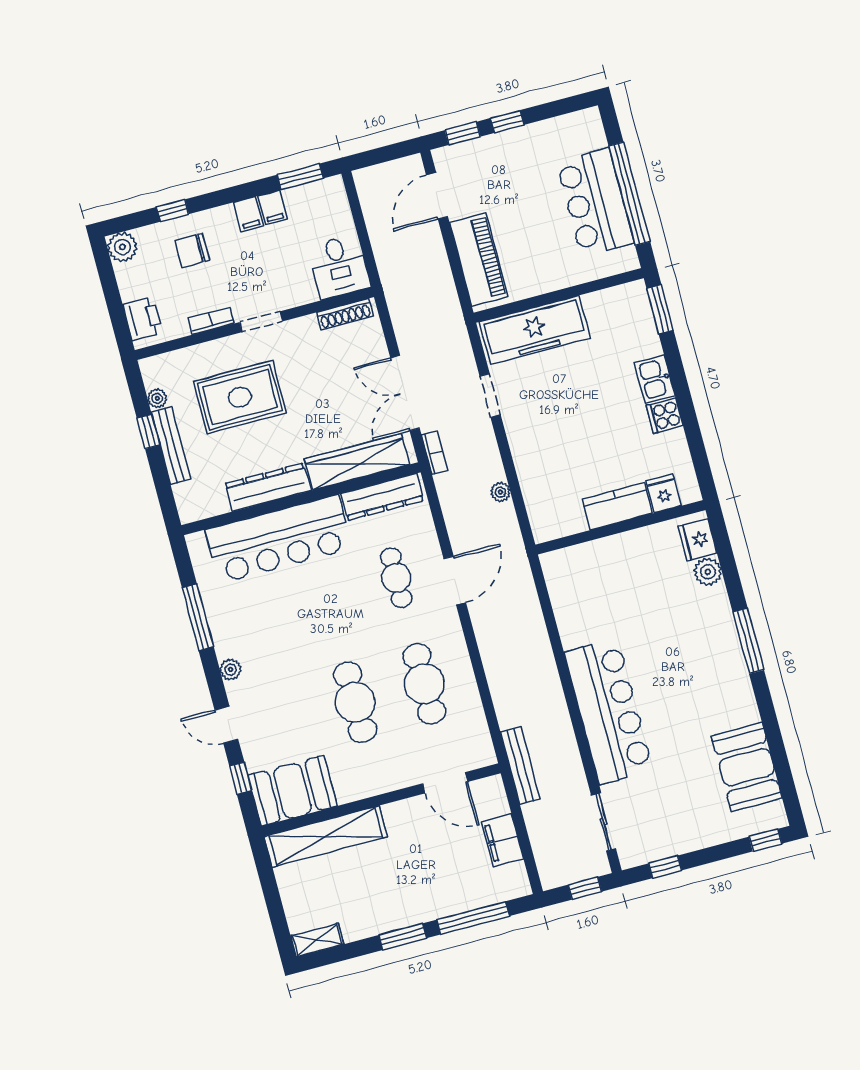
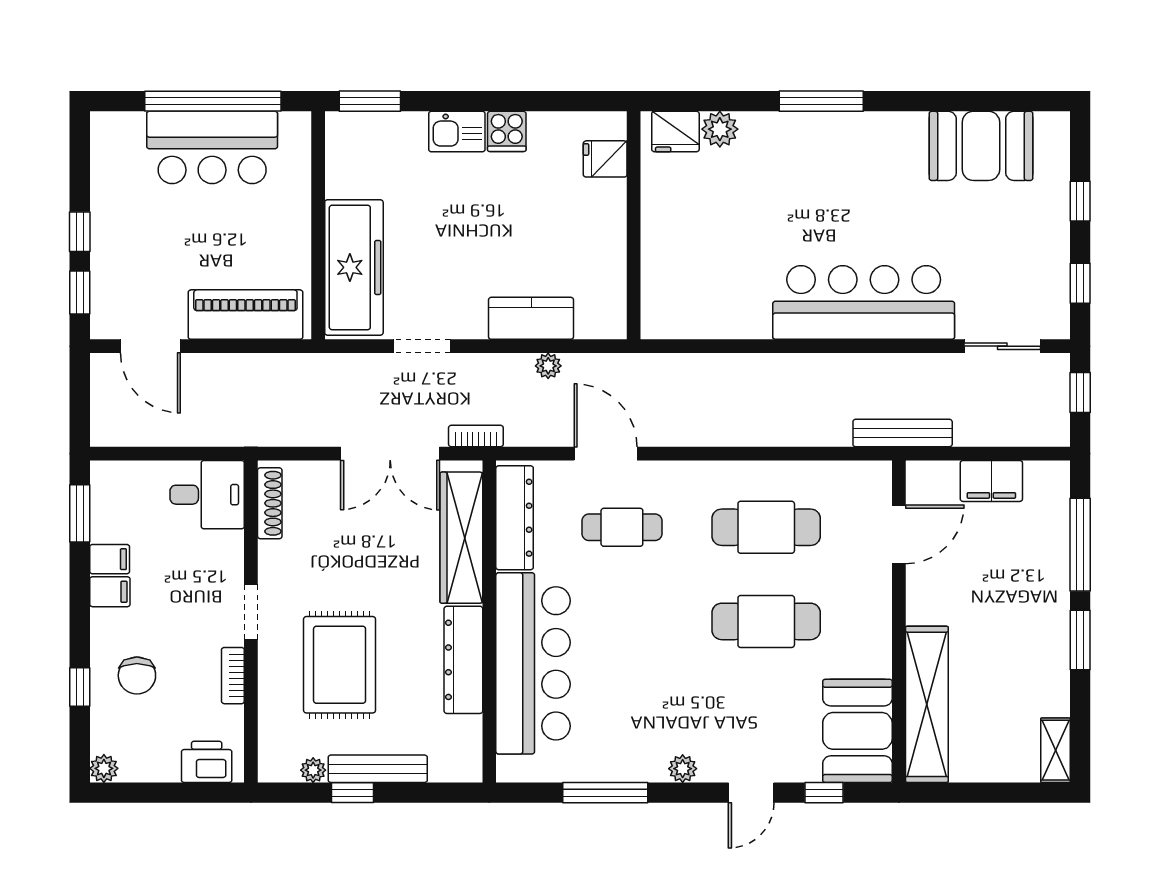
plant: (122, 247) -> (104, 768), width x0.73, depth x0.73
kitchen counter: (617, 506) -> (531, 318), moved, turned 90
door: (455, 581) -> (606, 454), moved
window: (765, 840) -> (1080, 201), moved

